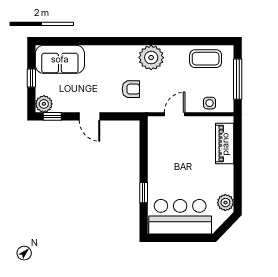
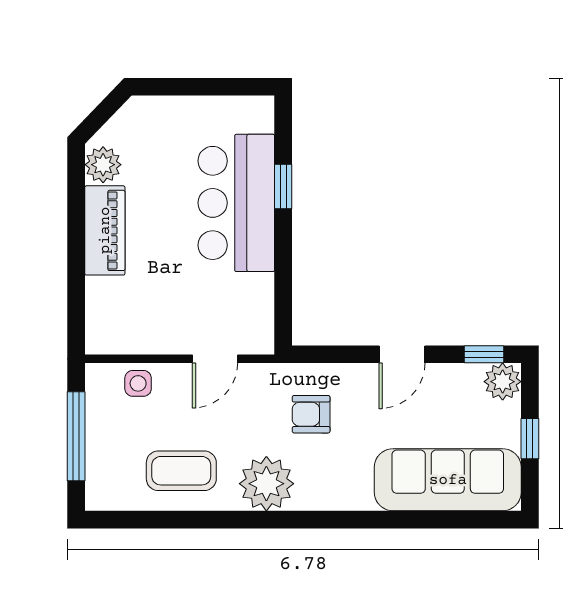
sofa: (60, 59) -> (448, 480), width x1.36
coffee table: (206, 59) -> (181, 471), moved
door: (90, 116) -> (402, 354), swing flipped
piano: (225, 144) -> (105, 230), moved
bar counter: (180, 217) -> (236, 203), moved, turned 90

